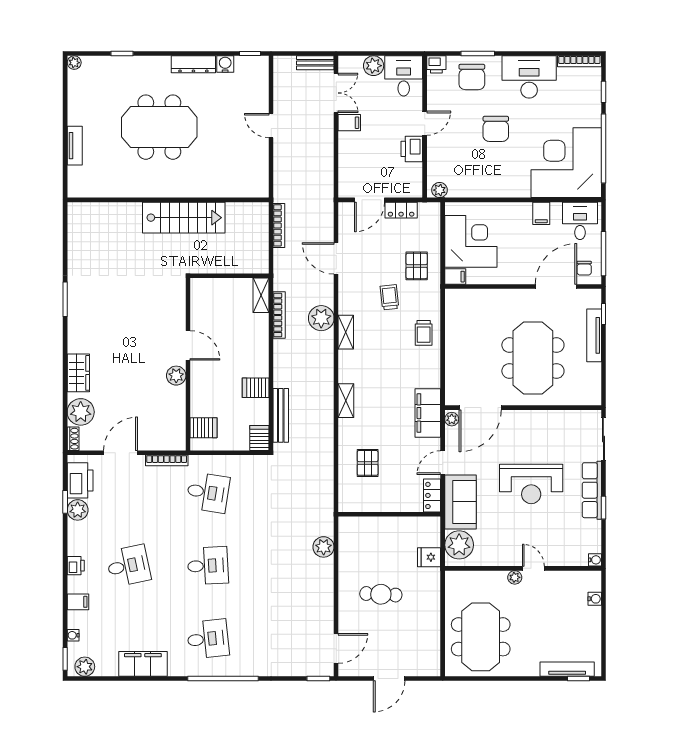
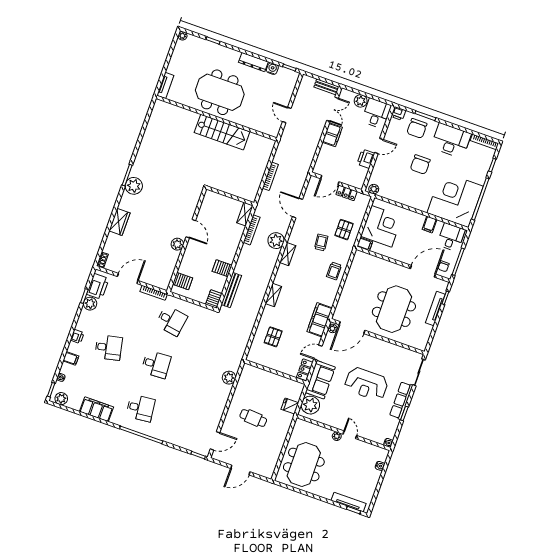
filing cabinet: (349, 123) -> (332, 135), width x2.00
wall: (168, 200) -> (216, 118), moved
stairs: (184, 218) -> (222, 132), moved
plant: (81, 412) -> (134, 186), moved

